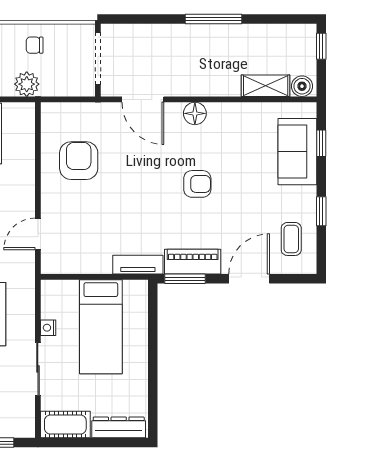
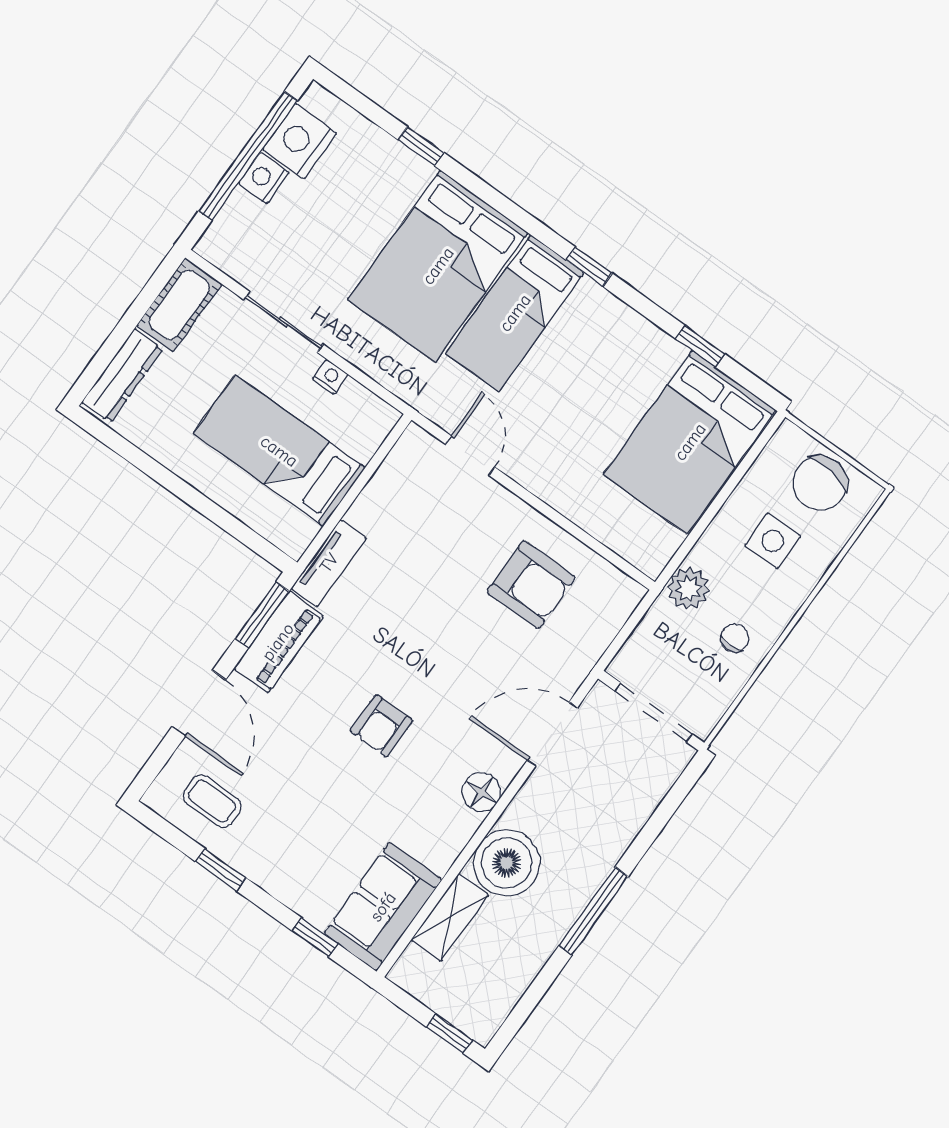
boiler: (302, 86) -> (507, 863), moved, width x1.86, depth x1.86
sofa: (297, 152) -> (383, 907), moved, turned -90

